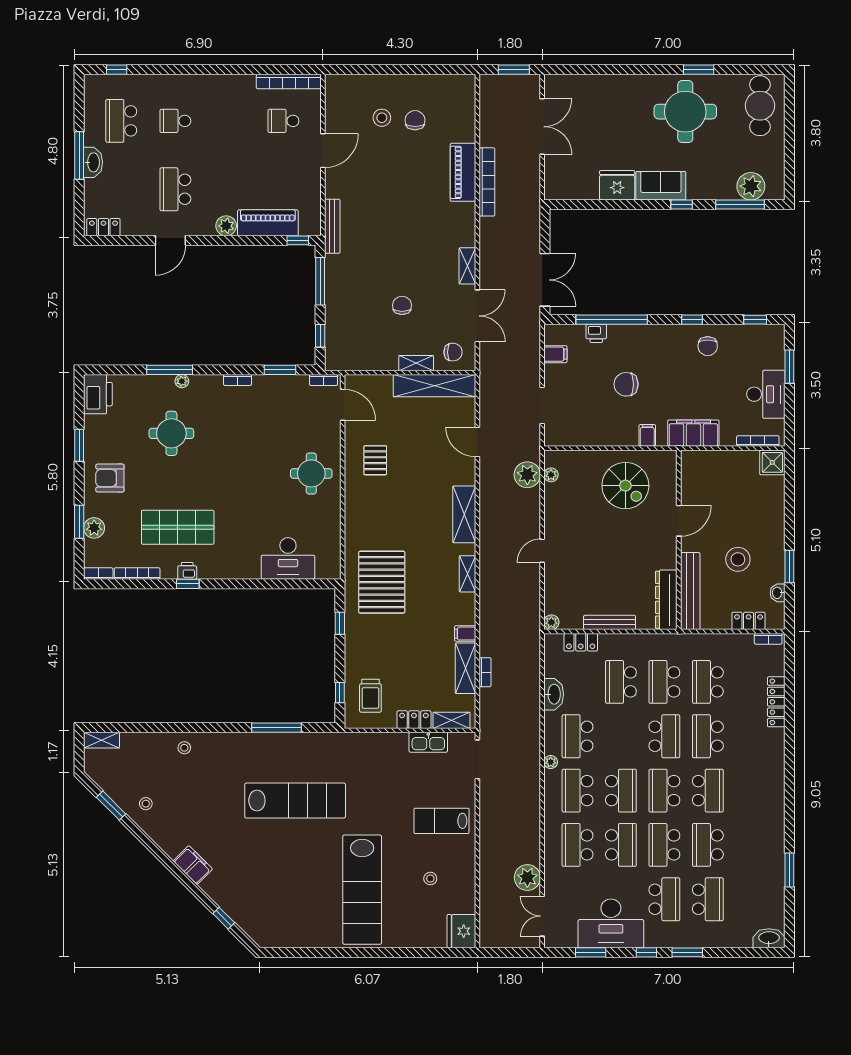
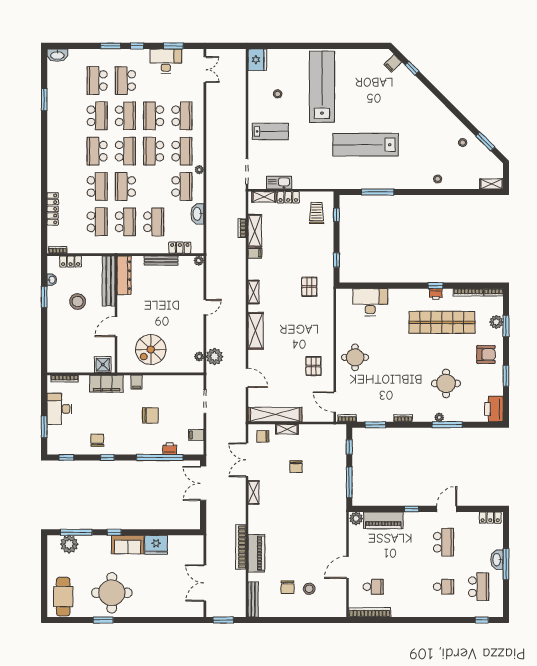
plant: (226, 226) -> (356, 518), moved
bench: (332, 226) -> (253, 599), moved
window: (298, 240) -> (412, 509), moved
shower: (772, 462) -> (103, 365), moved
spiral stairs: (625, 486) -> (151, 350), turned -90
shop shelf: (178, 527) -> (442, 322), width x1.40
pallet: (382, 582) -> (309, 287), width x0.49, depth x0.50
filing cabinet: (193, 865) -> (393, 63), moved, width x0.50
plant: (527, 878) -> (215, 95), removed
desk: (611, 923) -> (166, 61), width x0.73, depth x0.77

